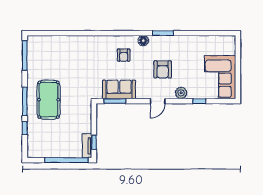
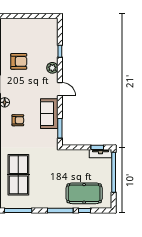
table tennis table: (64, 56) -> (18, 175), added
armchair: (163, 69) -> (19, 61), moved
corner sofa: (220, 77) -> (38, 32), removed
sofa: (119, 89) -> (49, 114), moved
pool table: (49, 100) -> (84, 193), moved

